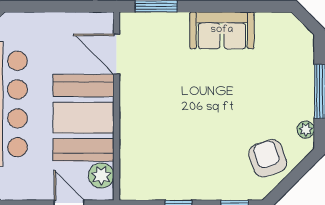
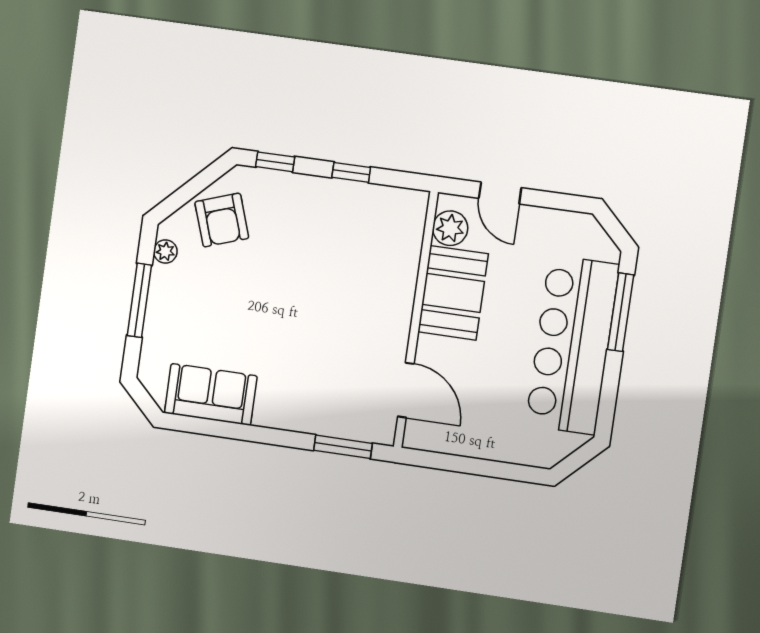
sofa: (222, 30) -> (211, 394), moved
booth: (84, 118) -> (453, 293), width x0.73, depth x0.70

